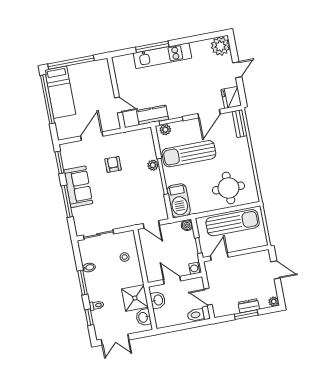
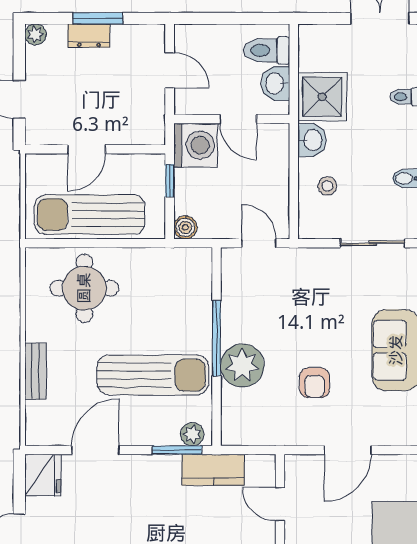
bench: (240, 124) -> (36, 371), moved
plant: (153, 165) -> (242, 366), width x1.88, depth x1.88
barbecue: (179, 201) -> (192, 282), removed
door: (219, 257) -> (87, 149), moved
washing machine: (195, 268) -> (196, 145), width x1.89, depth x1.89
toilet: (198, 314) -> (267, 50), moved, turned 180
washbasin: (143, 317) -> (312, 140), moved

